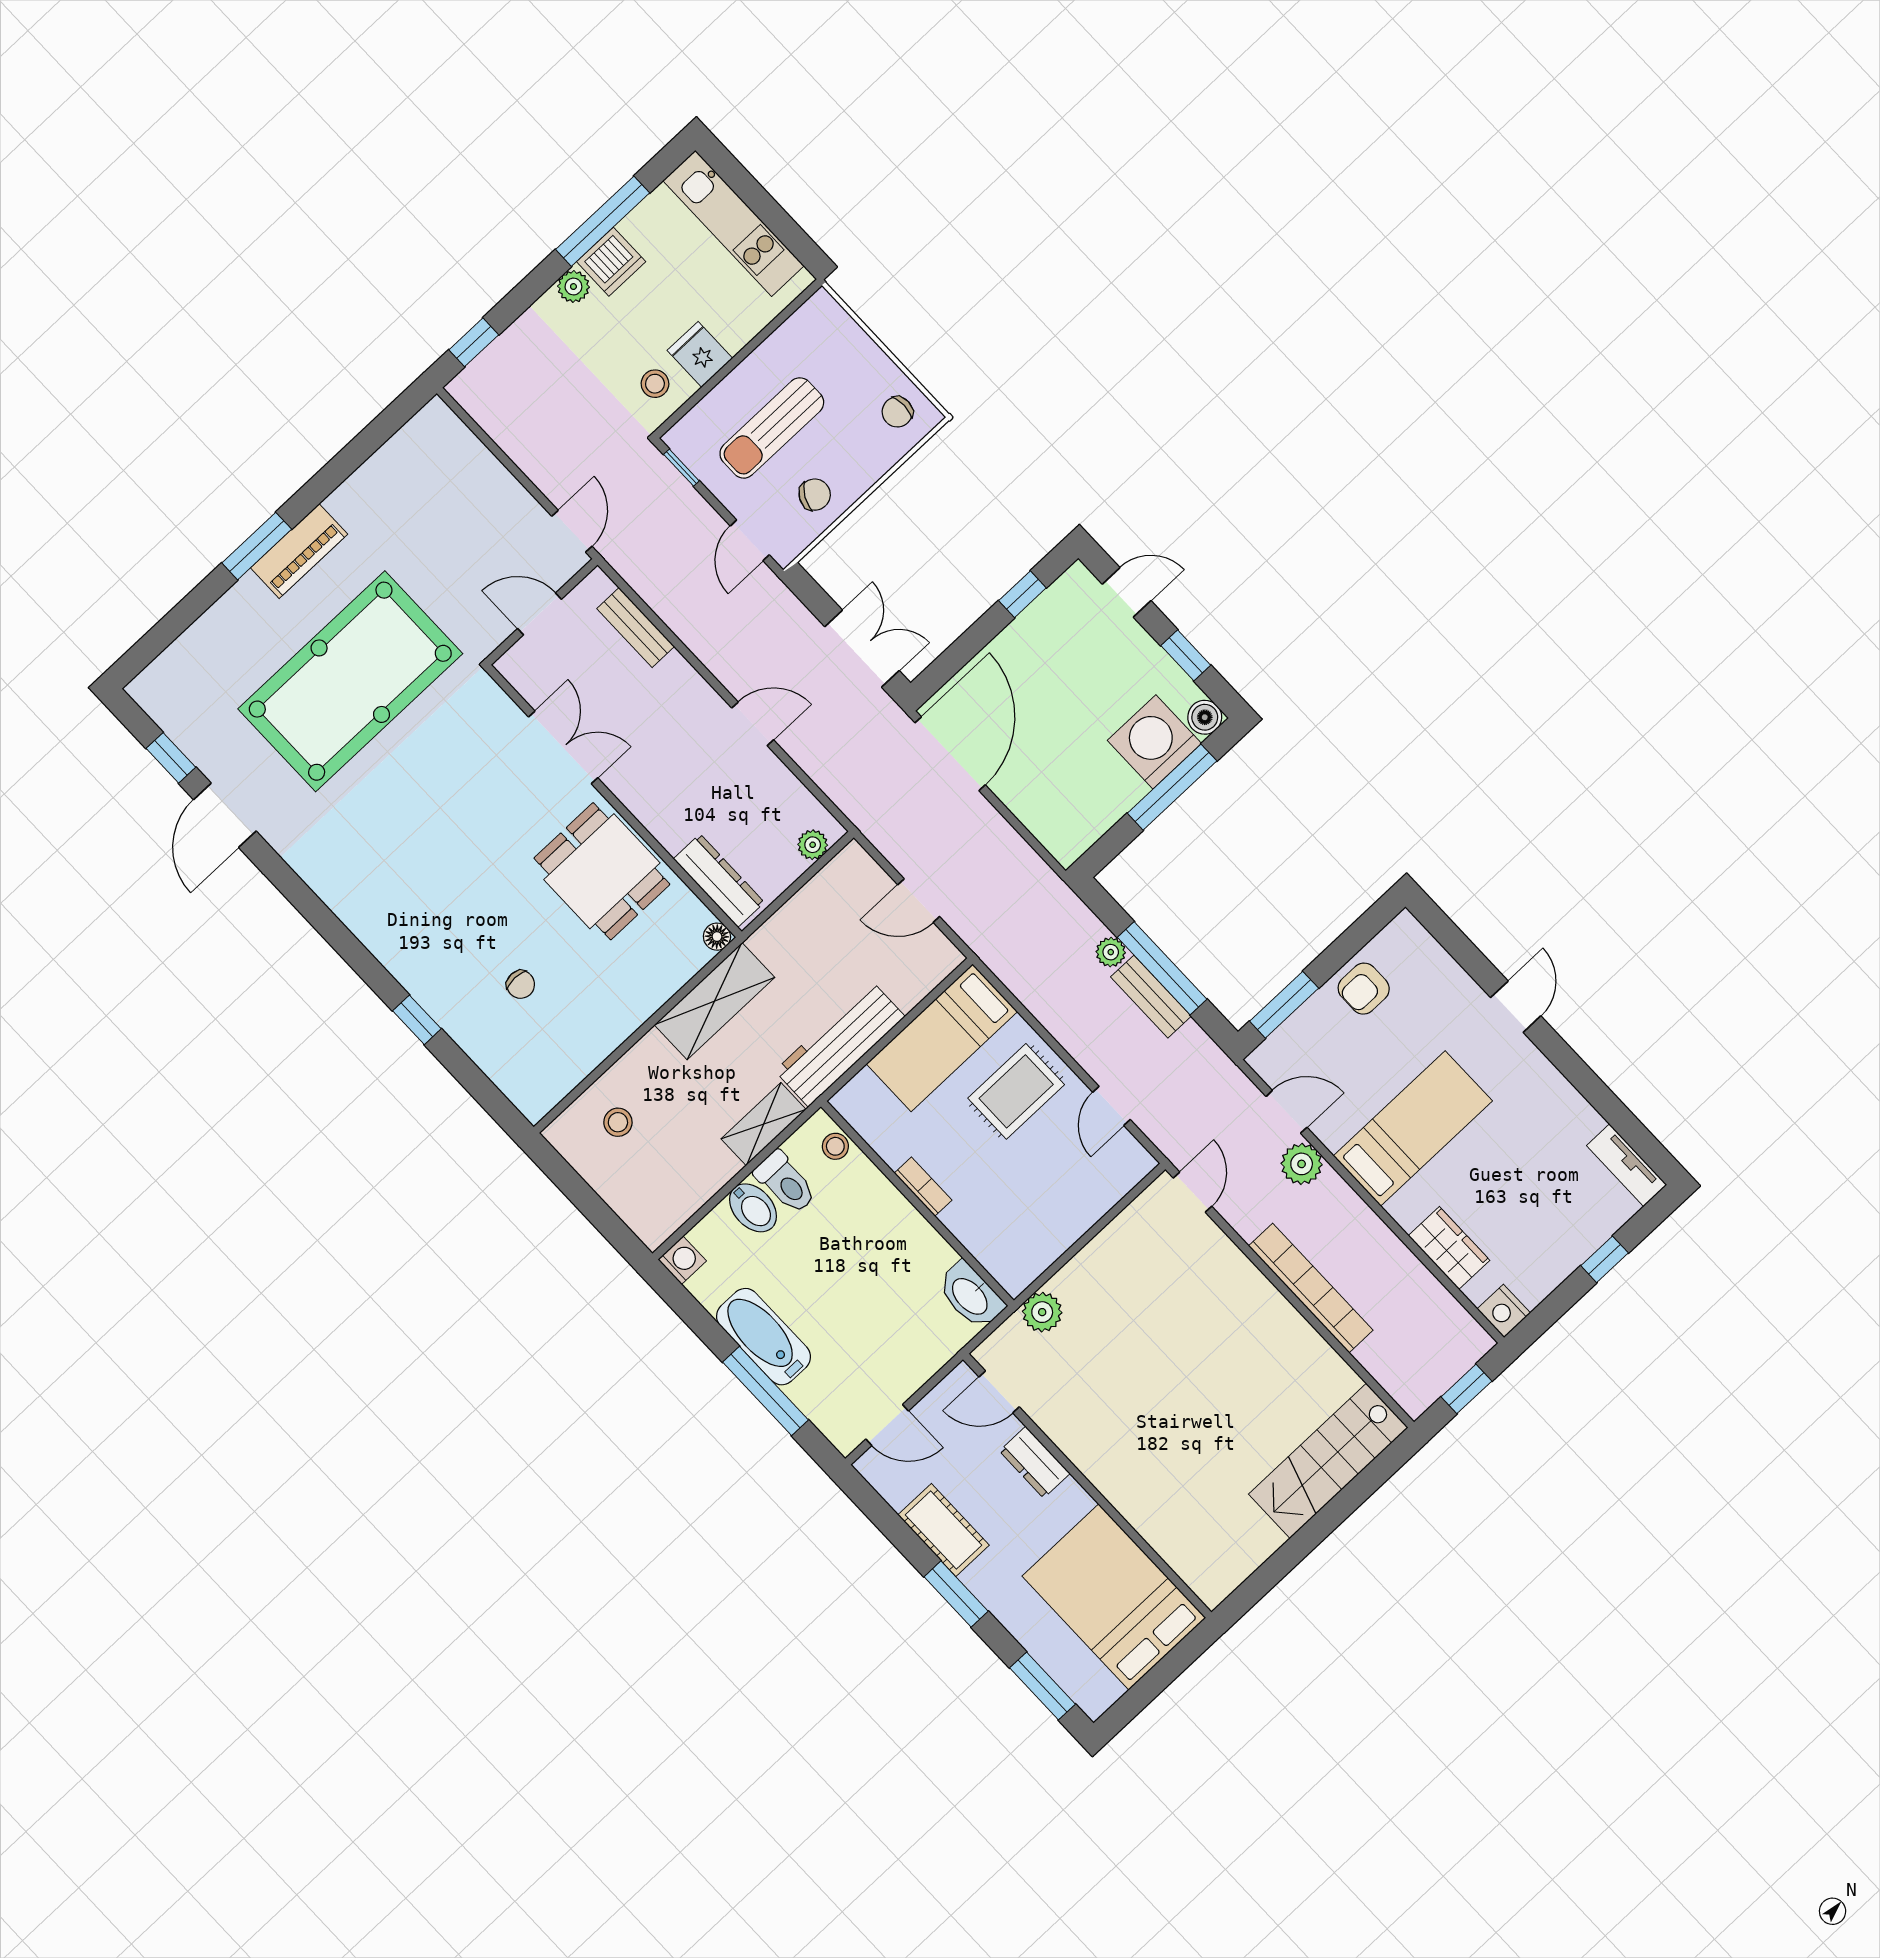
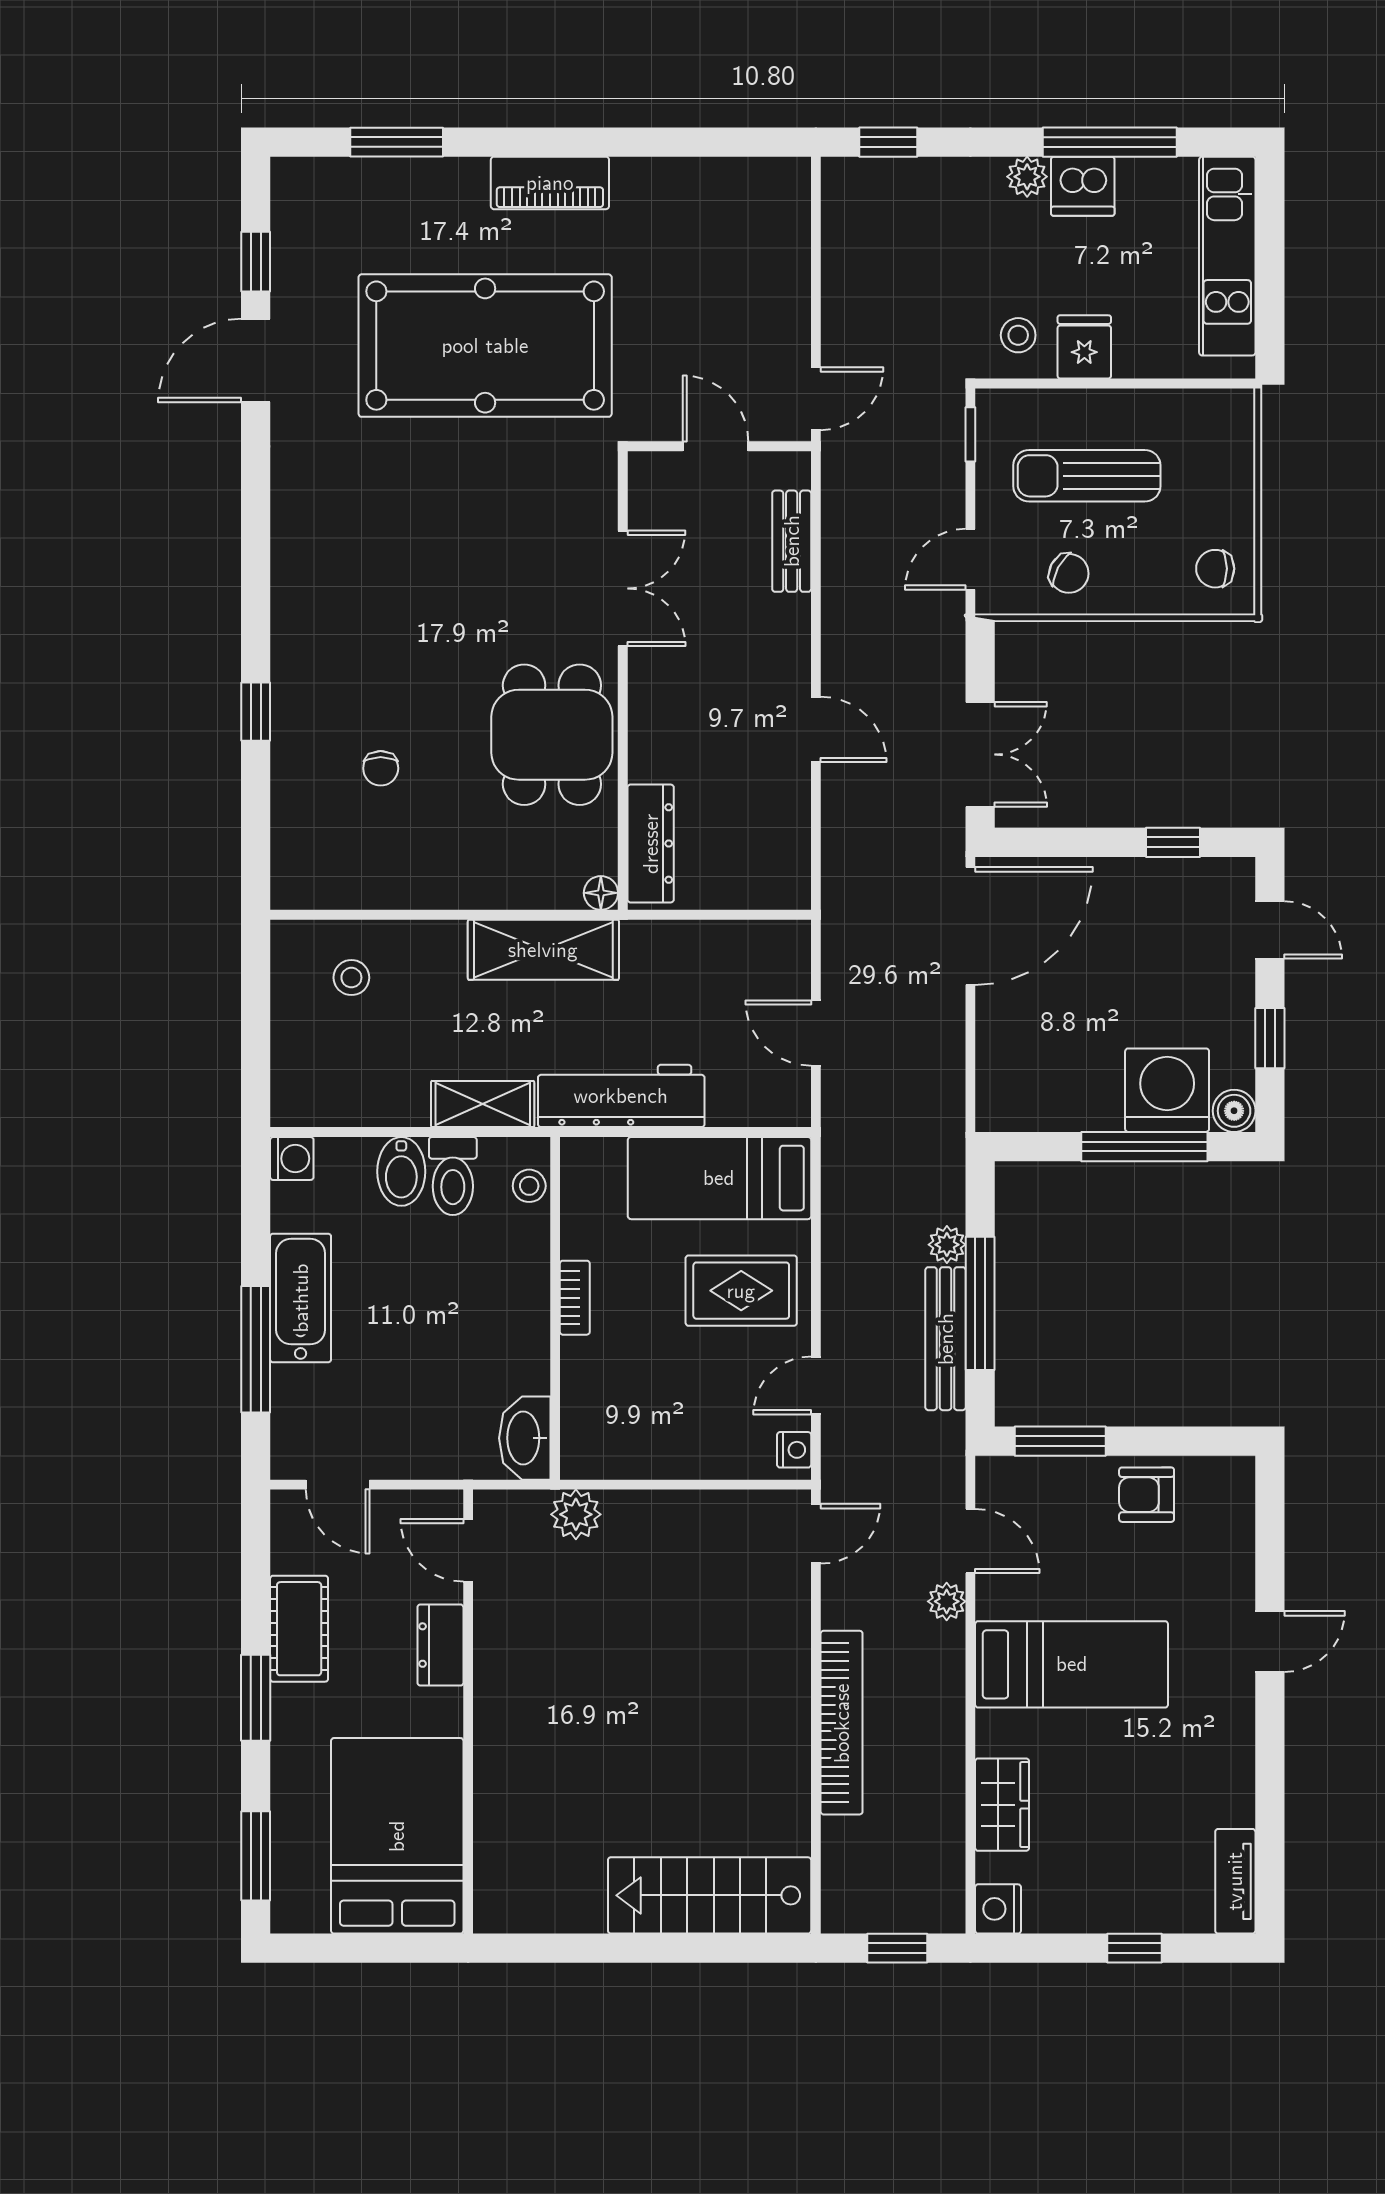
window: (257, 546) -> (397, 142), moved
plant: (813, 845) -> (767, 891), removed
bench: (1151, 997) -> (946, 1339), width x1.36
nightstand: (1134, 1155) -> (794, 1450), added
plant: (1302, 1164) -> (947, 1601), width x0.73, depth x0.73

